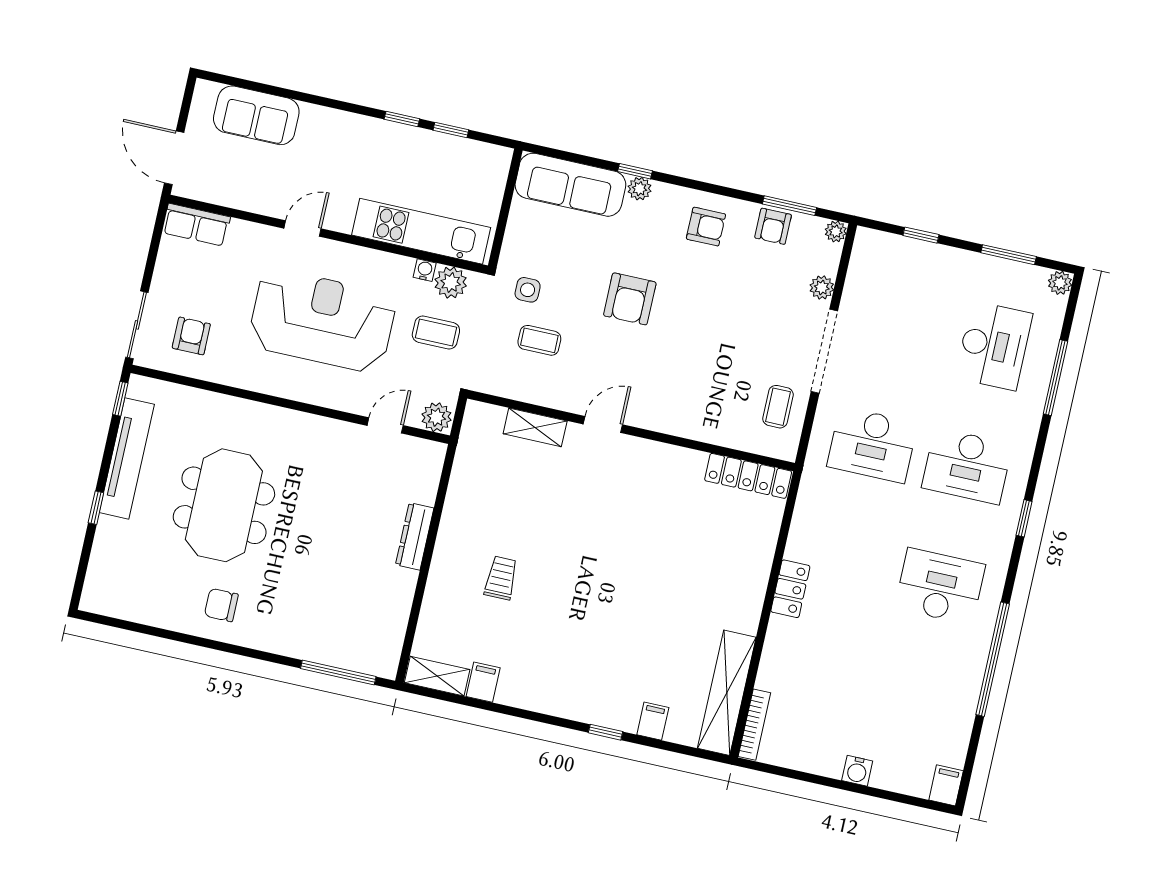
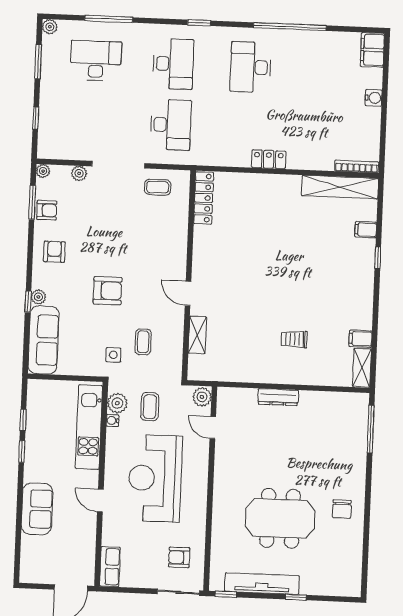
sofa: (256, 115) -> (37, 509), moved
filing cabinet: (946, 785) -> (372, 50), width x2.00

